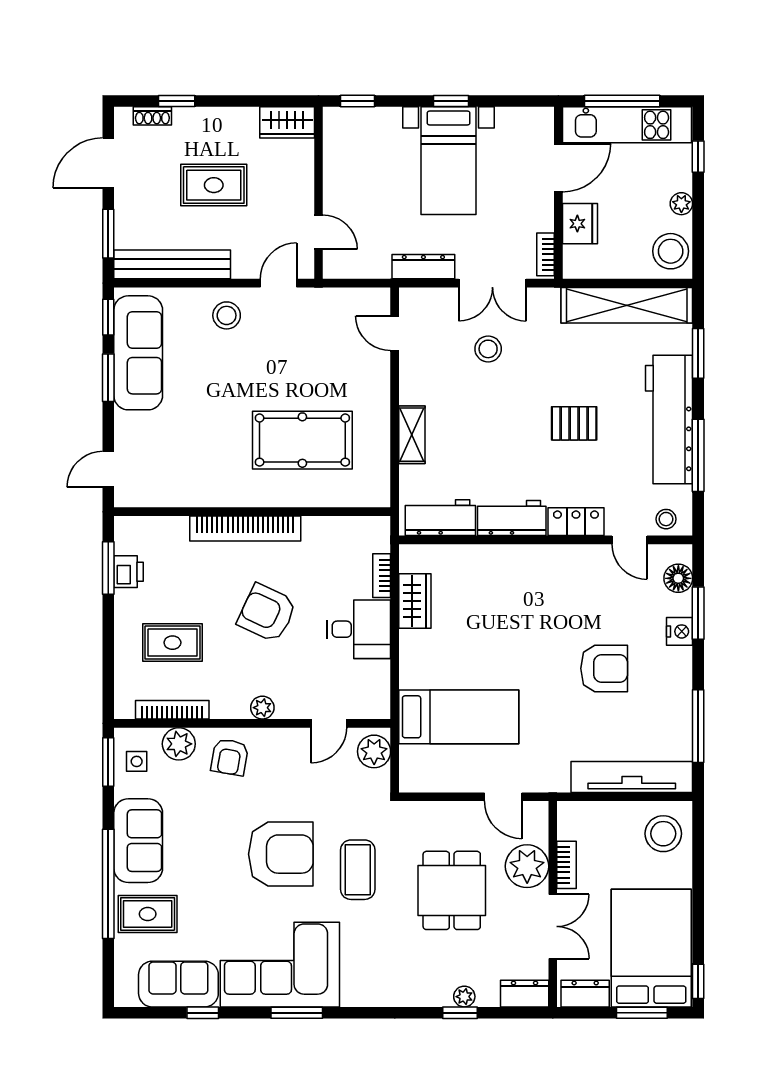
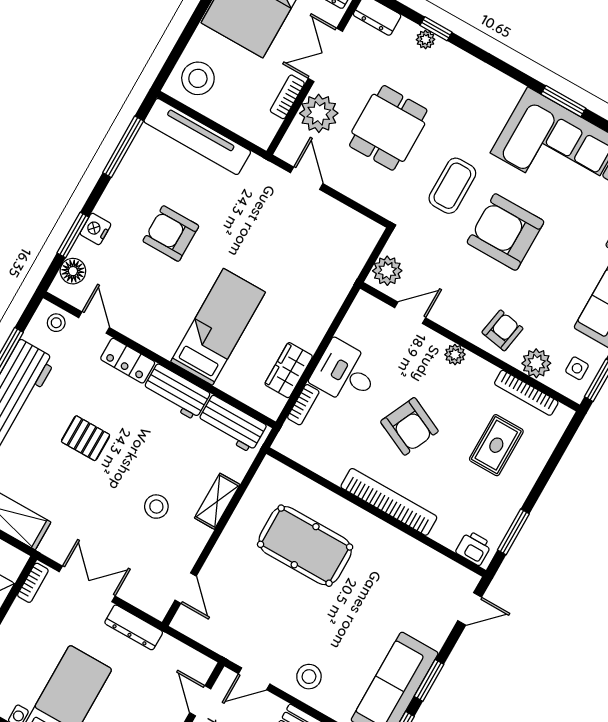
stool: (488, 349) -> (156, 507), moved
printer: (128, 572) -> (474, 548), moved, turned 90
rug: (172, 643) -> (496, 445), turned 90
bed: (459, 717) -> (218, 327), moved, turned 90

